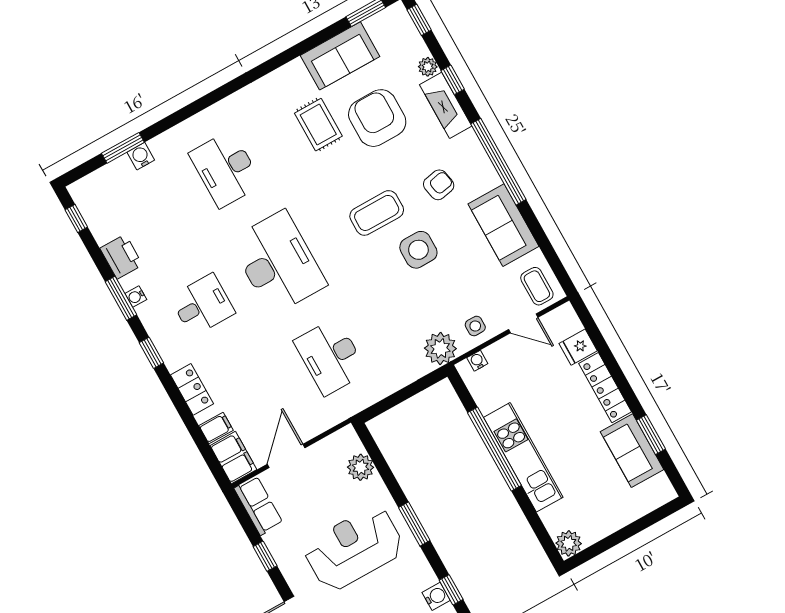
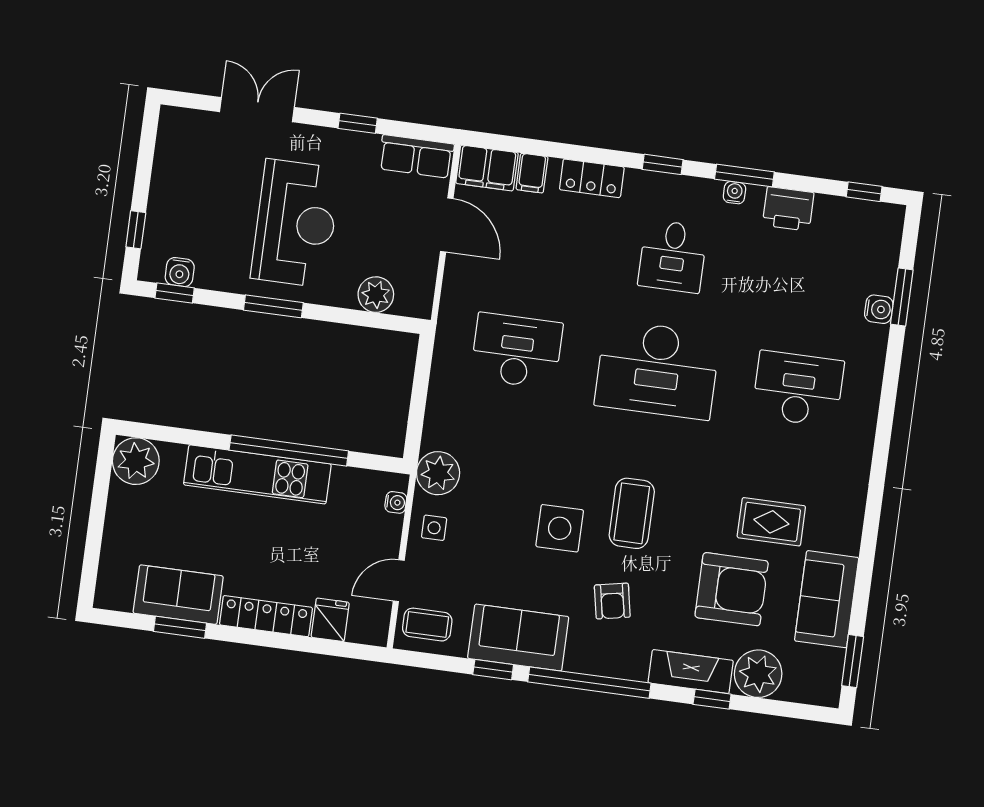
window: (419, 20) -> (493, 670), moved
plant: (428, 67) -> (758, 674), width x1.87, depth x1.87
plant: (569, 543) -> (136, 461), width x1.36, depth x1.36

